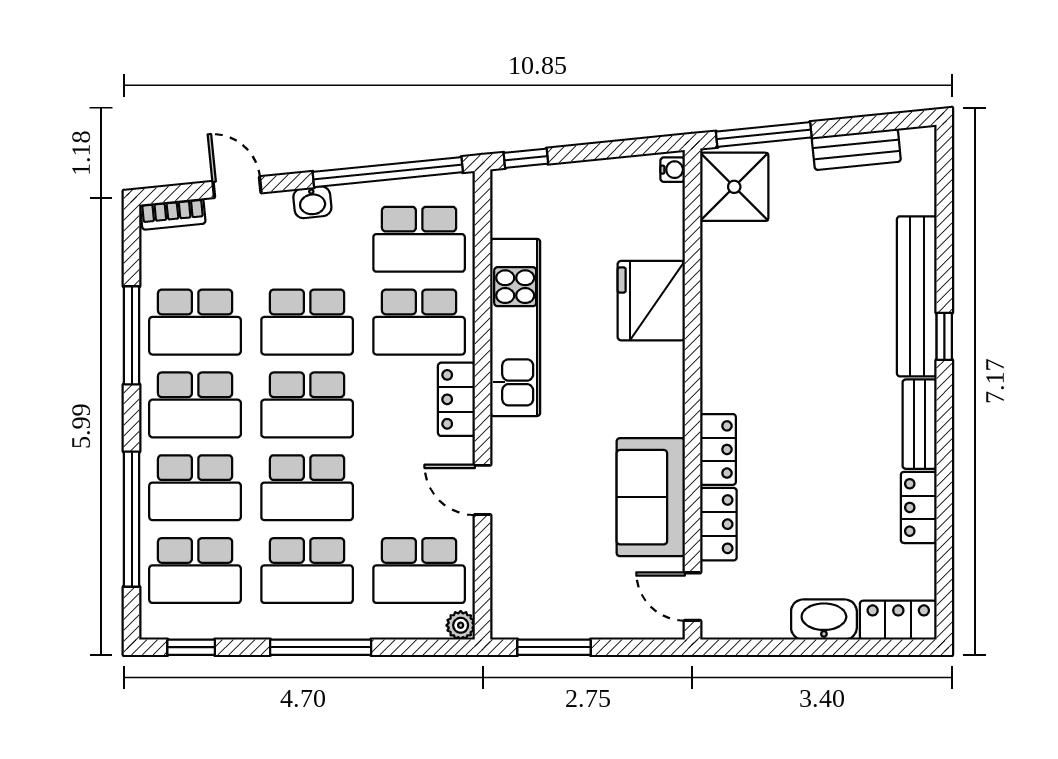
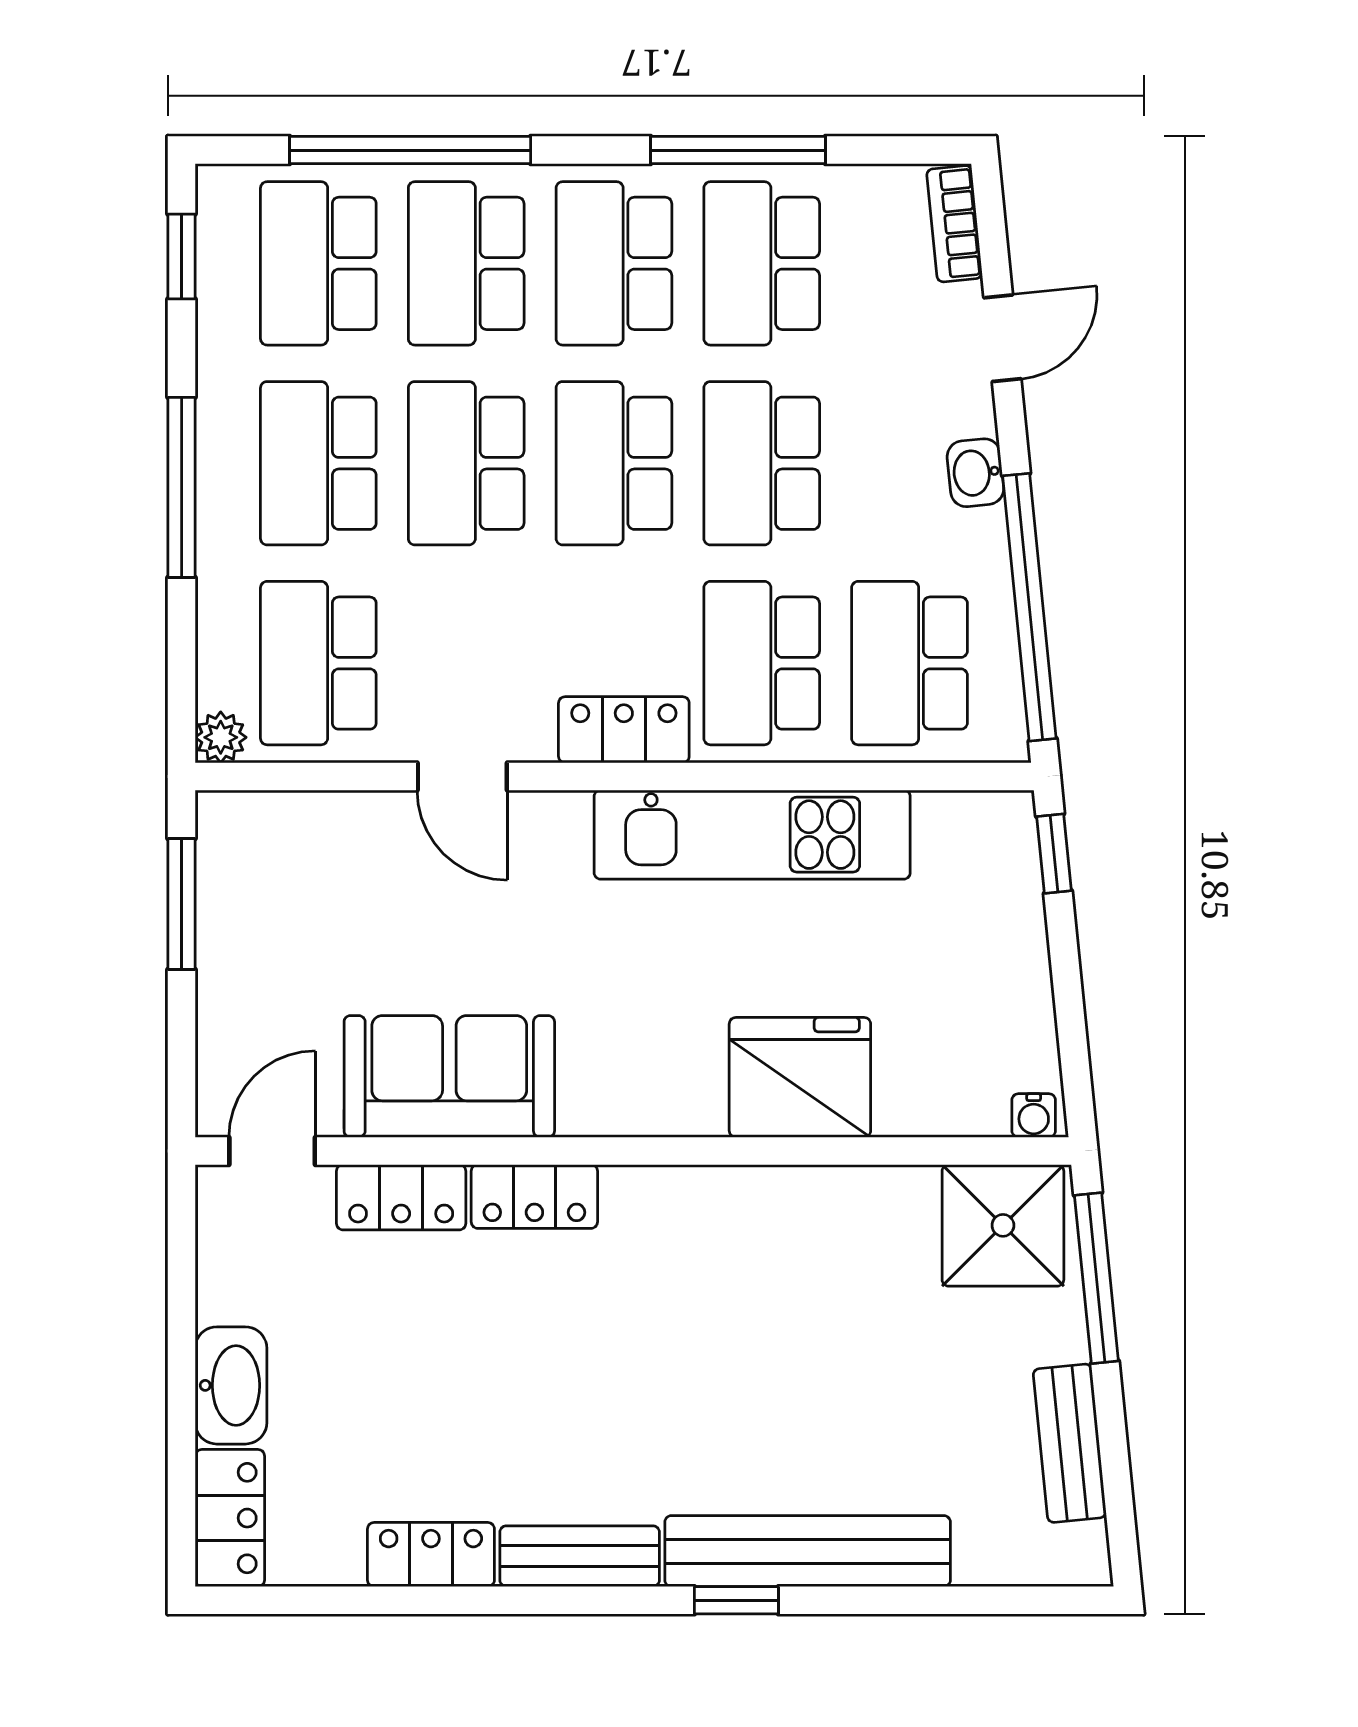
door: (483, 490) -> (462, 776), swing flipped

